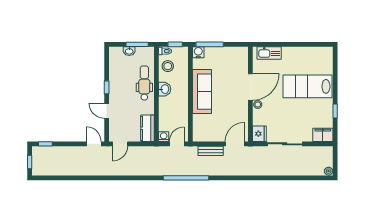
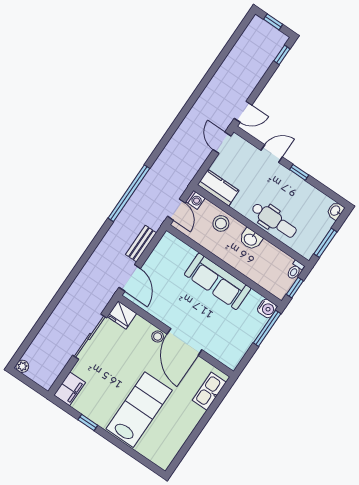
washbasin: (129, 51) -> (335, 211), moved
stool: (168, 66) -> (221, 223), moved

